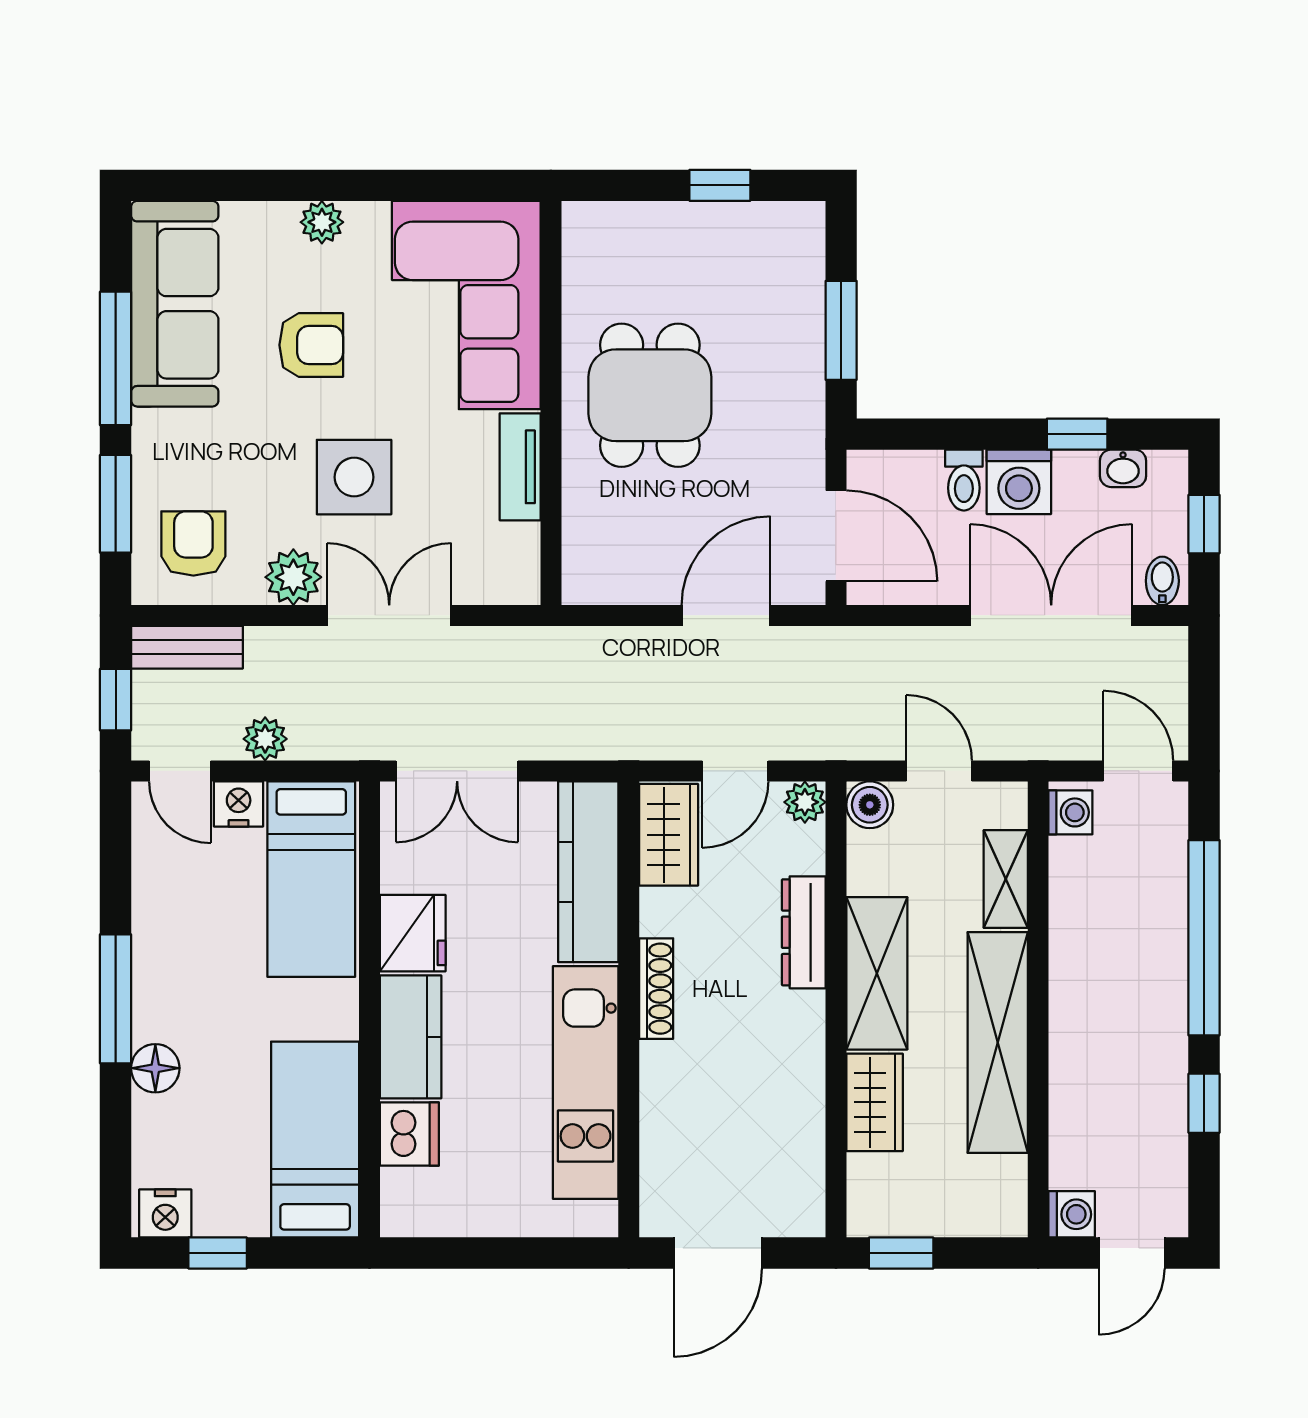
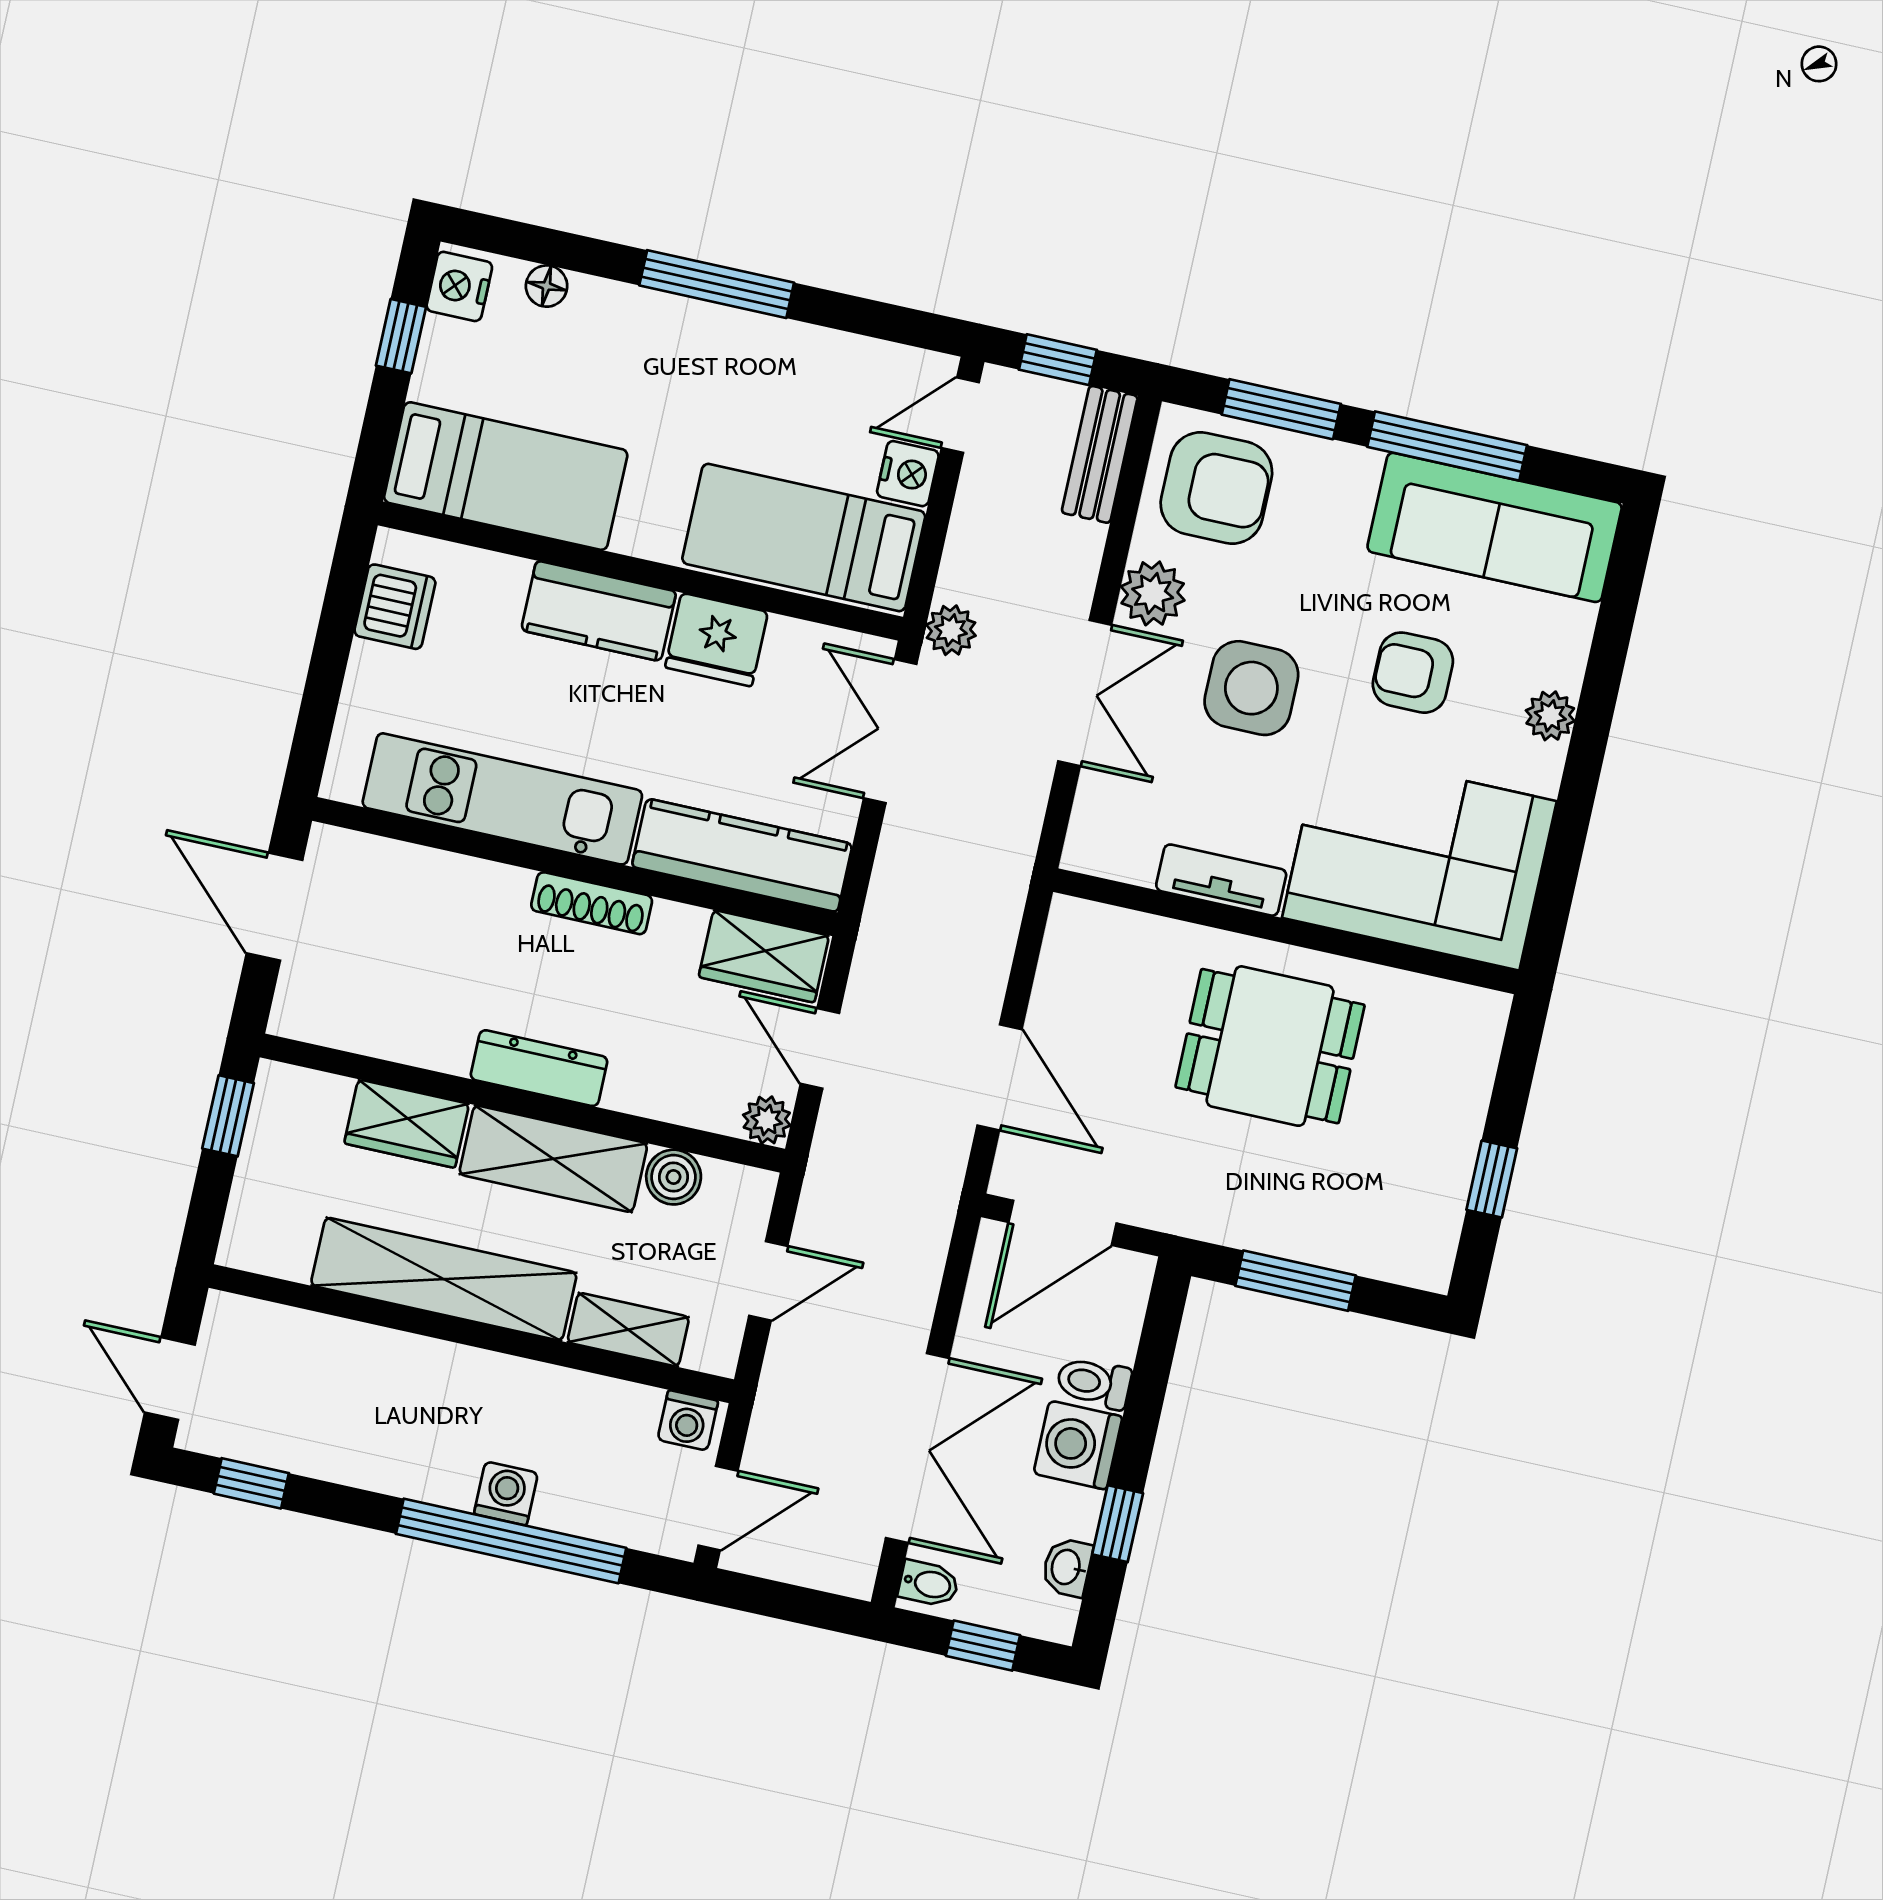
armchair: (311, 345) -> (1413, 673), turned 90
armchair: (193, 543) -> (1216, 488), width x1.38, depth x1.38
plant: (265, 739) -> (951, 630), moved
boiler: (870, 805) -> (674, 1177), moved
dresser: (804, 932) -> (539, 1068), moved
floor lamp: (155, 1068) -> (547, 286), moved, width x0.73, depth x0.73
window: (1204, 1103) -> (251, 1483), moved
dishwasher: (409, 1134) -> (395, 607), moved, turned -90
washing machine: (1072, 1214) -> (506, 1493), moved, turned 180

